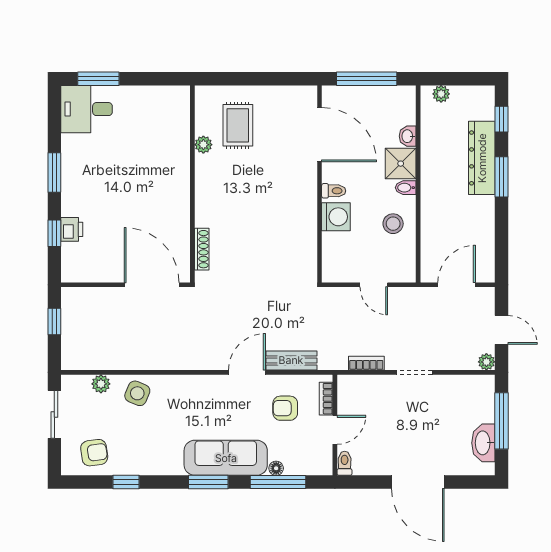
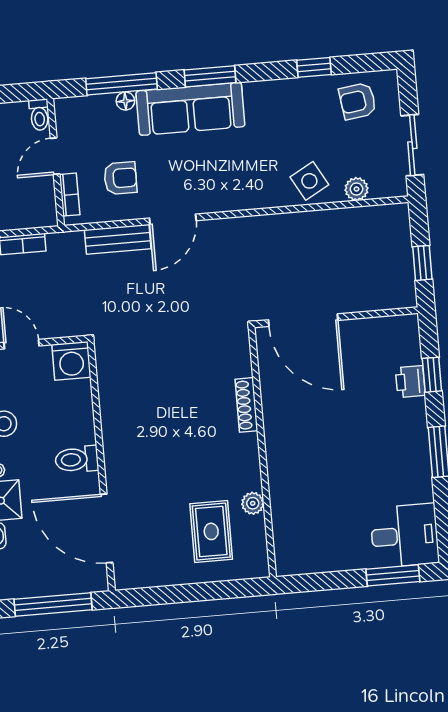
toilet: (334, 191) -> (77, 459), width x1.37, depth x1.39
washing machine: (336, 217) -> (71, 361), moved, turned -90
shoe rack: (202, 249) -> (246, 405), moved
side table: (137, 393) -> (309, 181), turned 38

